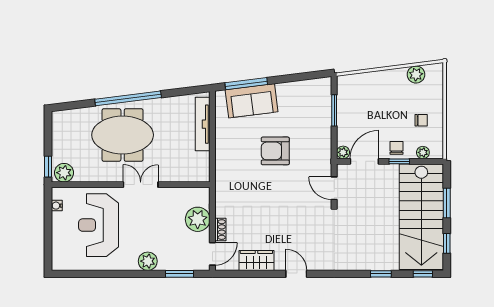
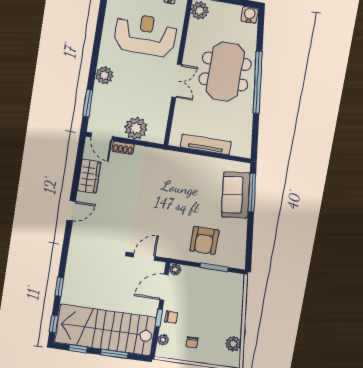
water cooler: (59, 120) -> (249, 15), added
tv unit: (203, 124) -> (206, 144), moved
armchair: (275, 151) -> (204, 240), moved, turned 180
door: (364, 161) -> (164, 287), swing flipped

